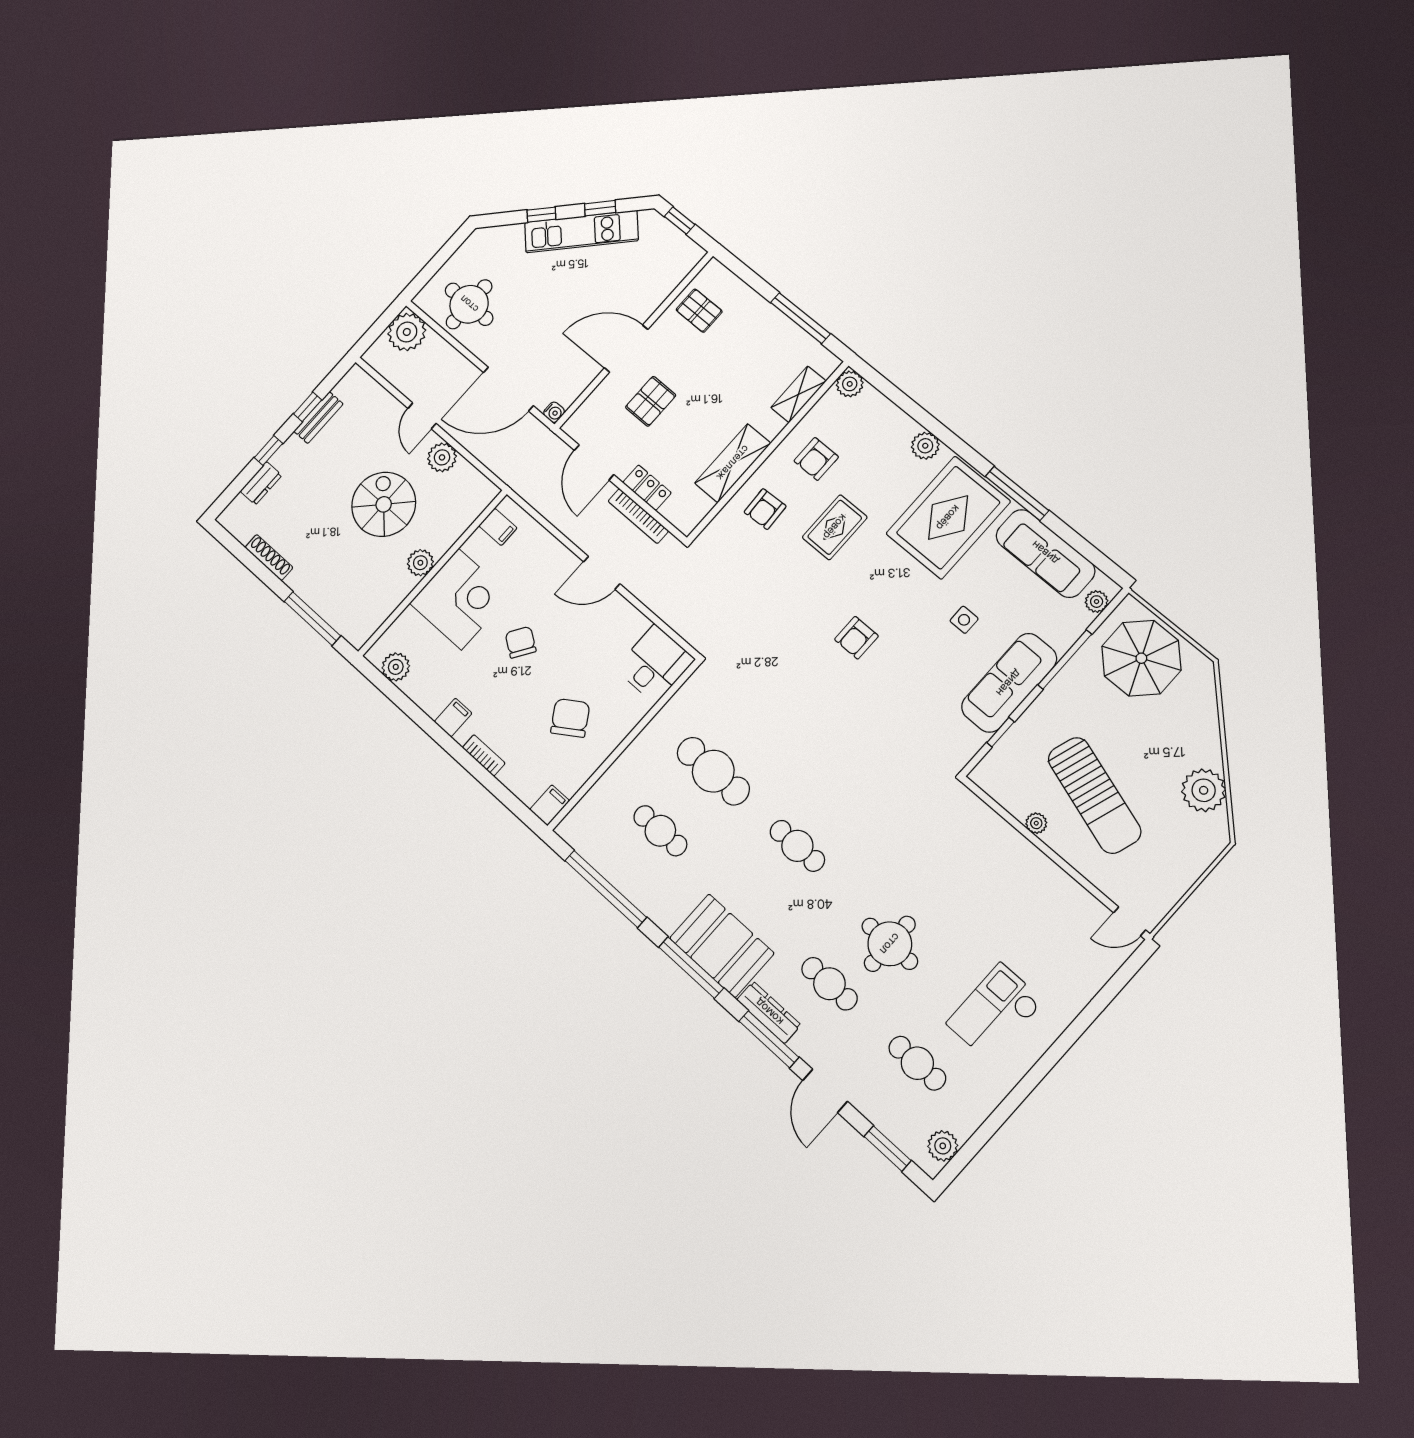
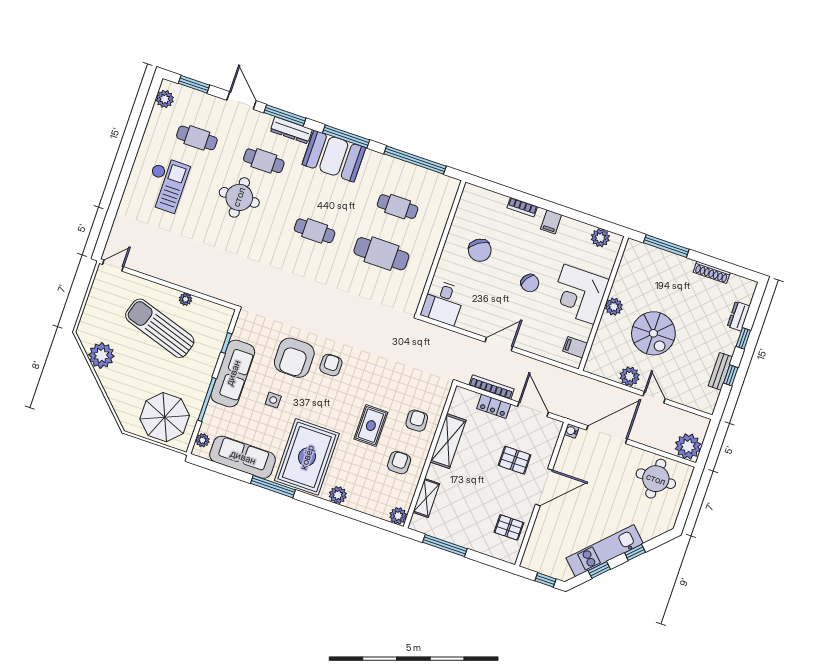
pallet: (651, 401) -> (515, 460), turned 90
armchair: (906, 670) -> (294, 358), added
filing cabinet: (550, 805) -> (470, 194), removed

